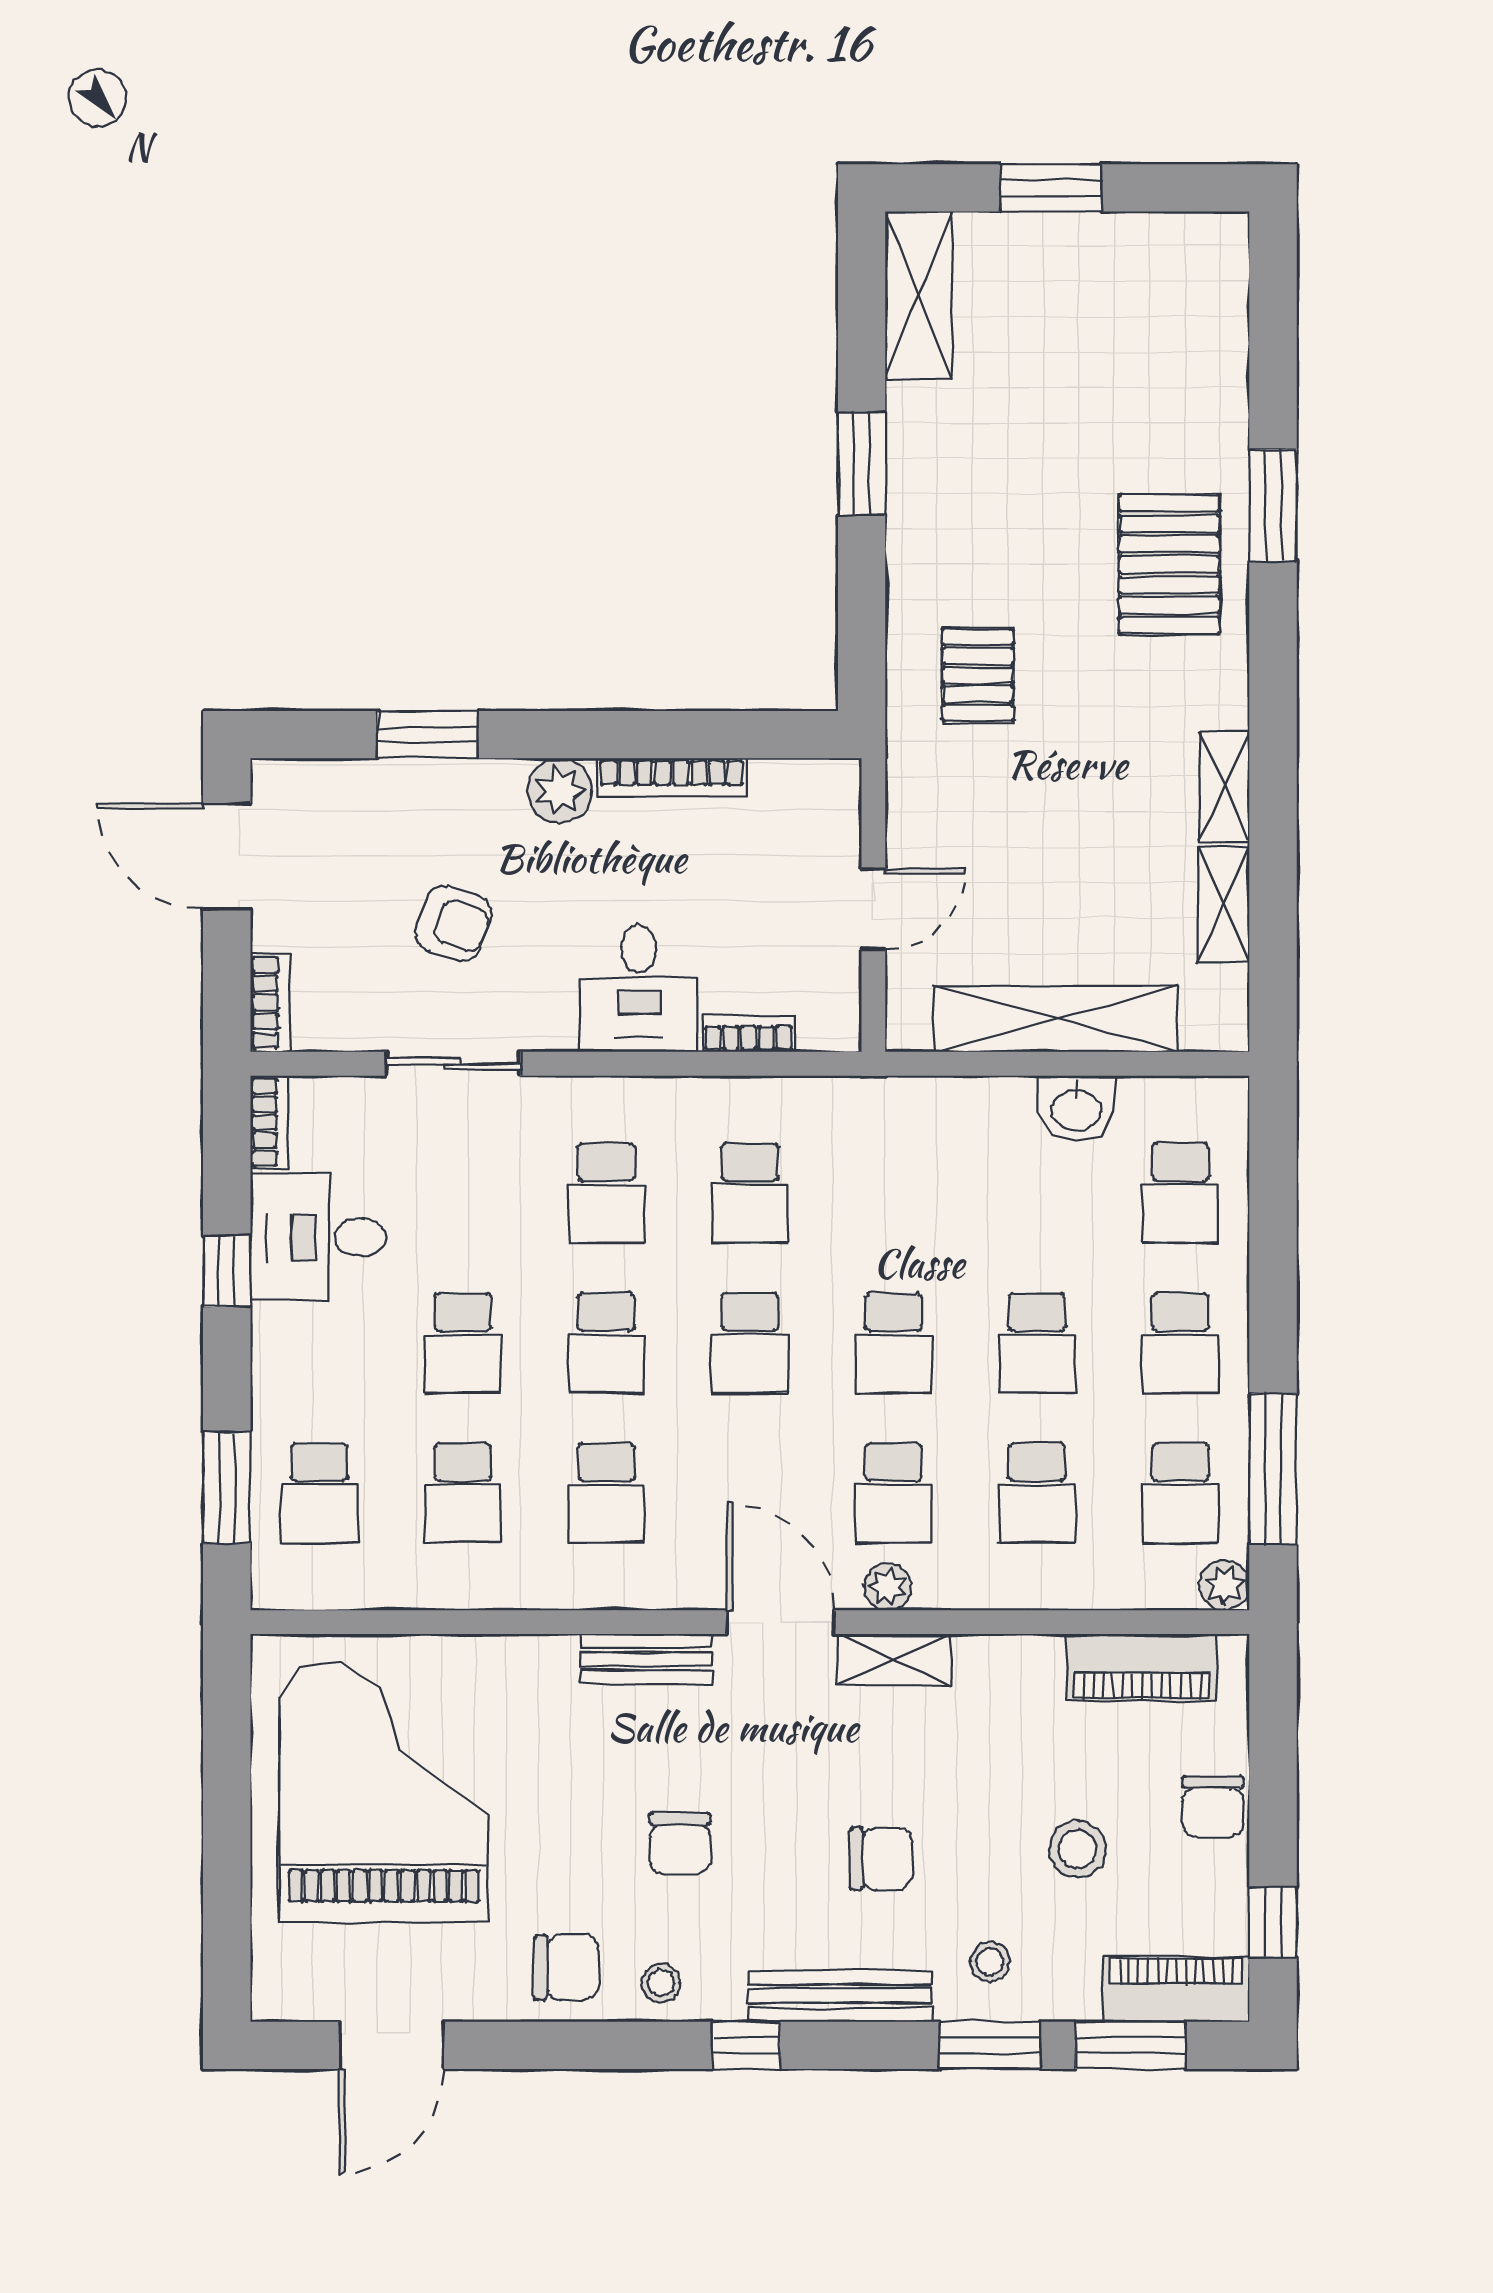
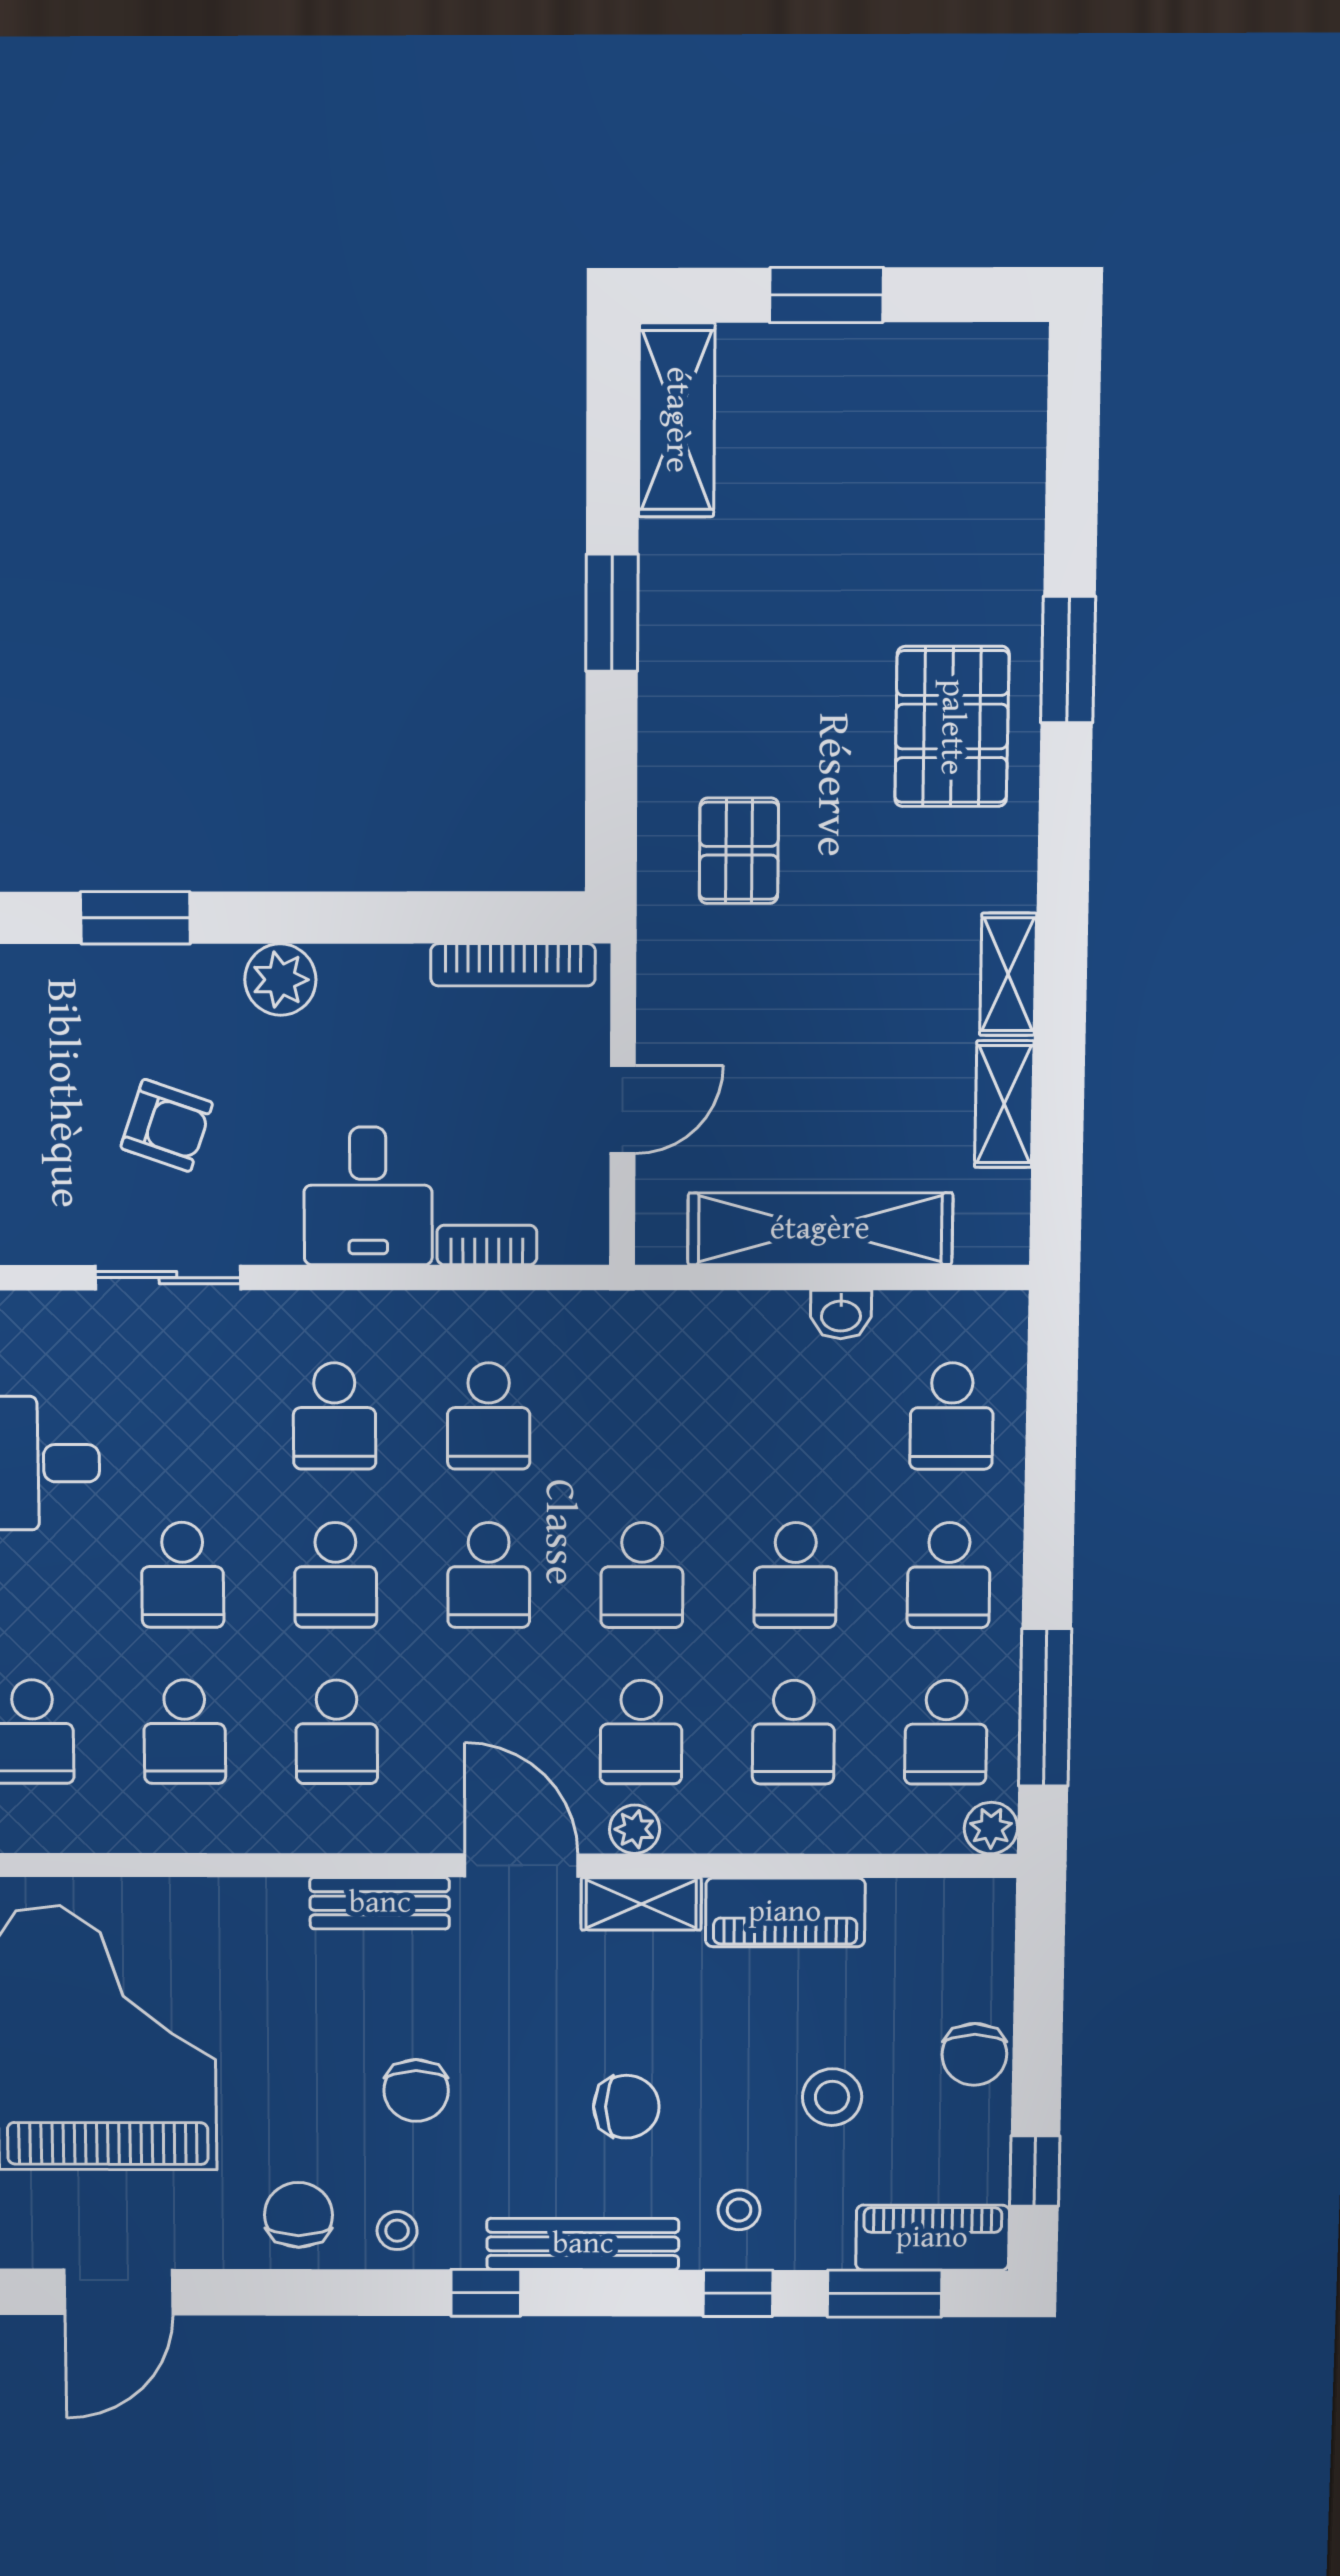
bookcase: (672, 777) -> (513, 965), moved
washbasin: (1076, 1108) -> (841, 1315), width x0.72, depth x0.69
piano: (1142, 1668) -> (785, 1912), moved
chair: (566, 1967) -> (299, 2215), turned -90
window: (990, 2045) -> (738, 2293), width x0.67

